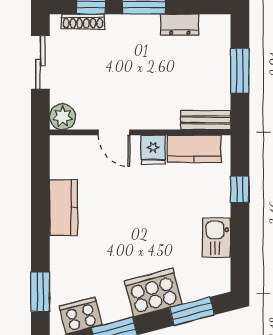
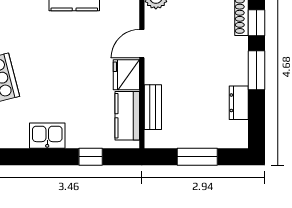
bench: (206, 120) -> (153, 107), moved
fridge: (153, 150) -> (126, 75), width x1.38

